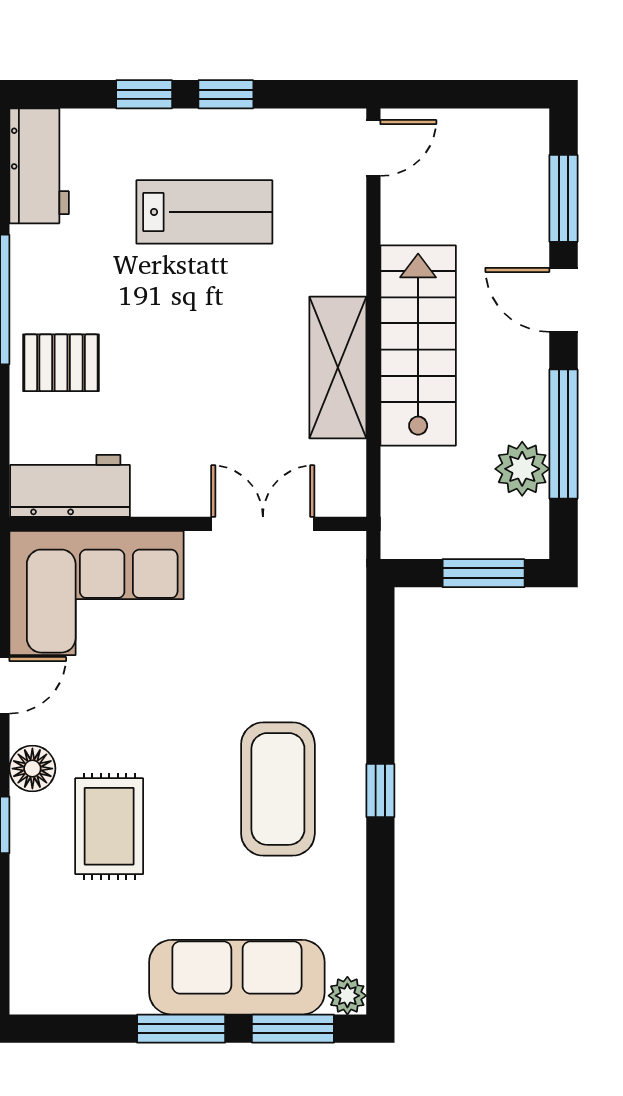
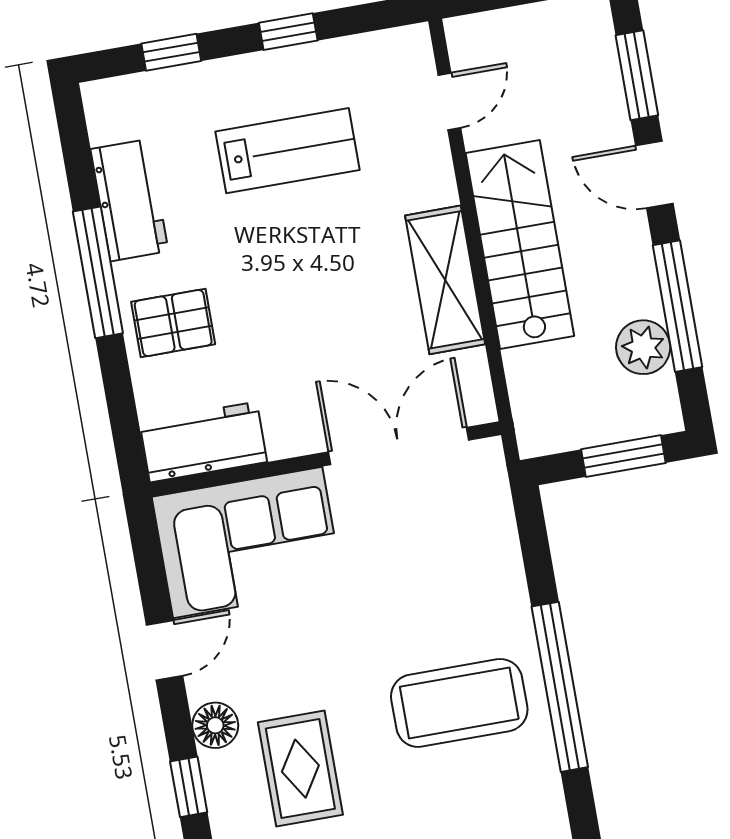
window: (144, 94) -> (171, 52), moved
door: (373, 148) -> (449, 101), moved
workbench: (39, 166) -> (129, 200), moved
double door: (263, 524) -> (399, 446), width x1.37
coffee table: (278, 789) -> (459, 703), turned 90
window: (380, 791) -> (560, 687), width x3.17

